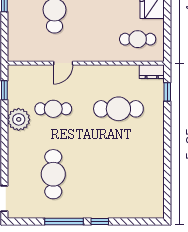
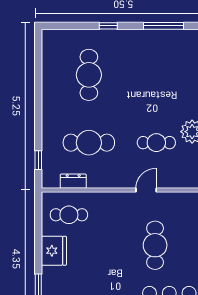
dresser: (152, 72) -> (73, 181), moved
cafe table: (53, 174) -> (89, 75), moved
window: (64, 221) -> (164, 26), moved

